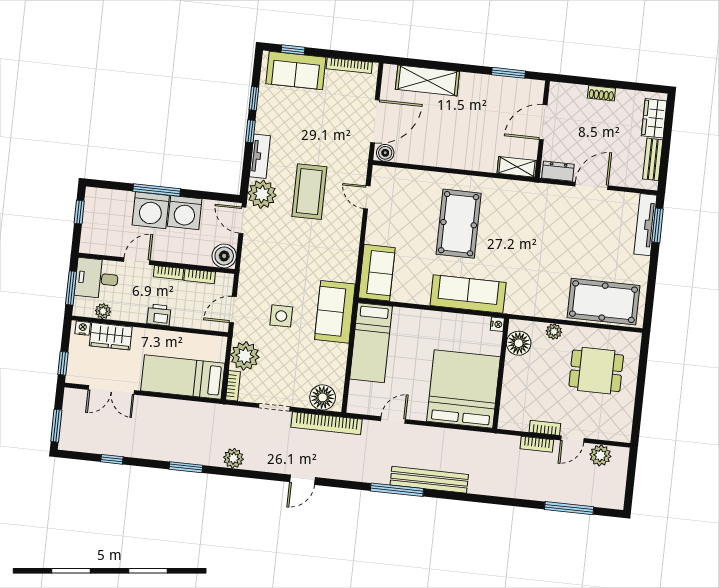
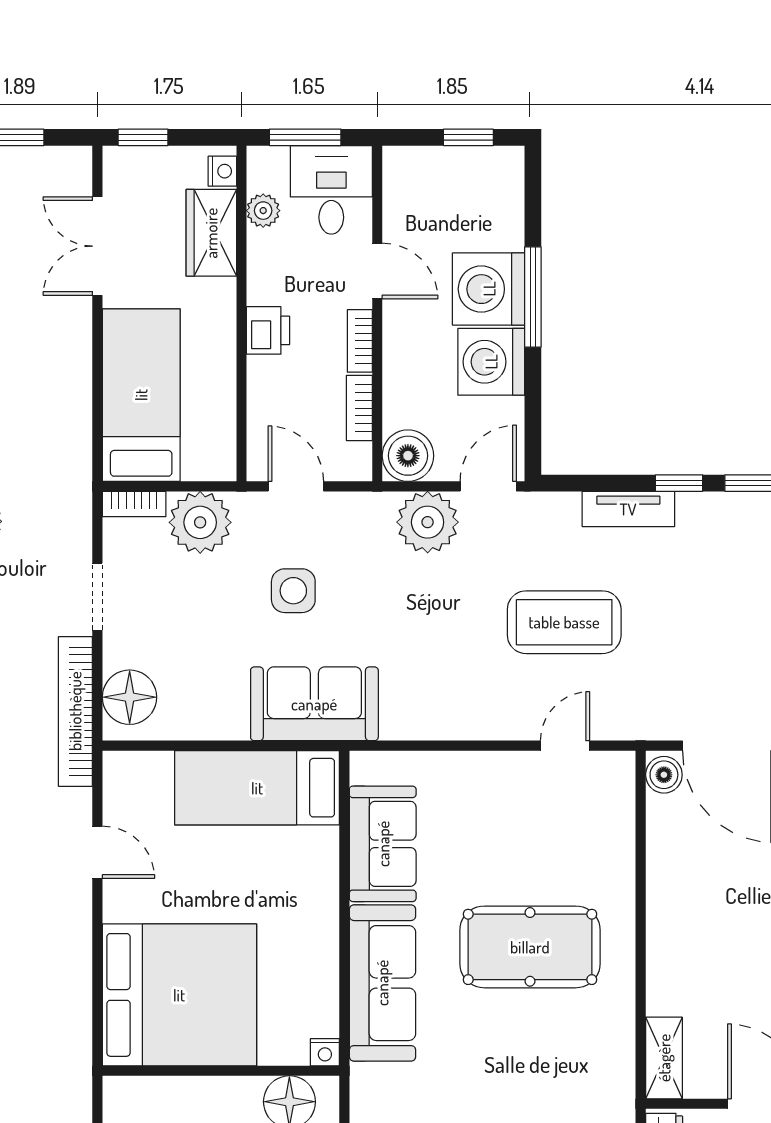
plant: (262, 194) -> (428, 522), moved
sofa: (377, 273) -> (383, 844), moved, turned -90

